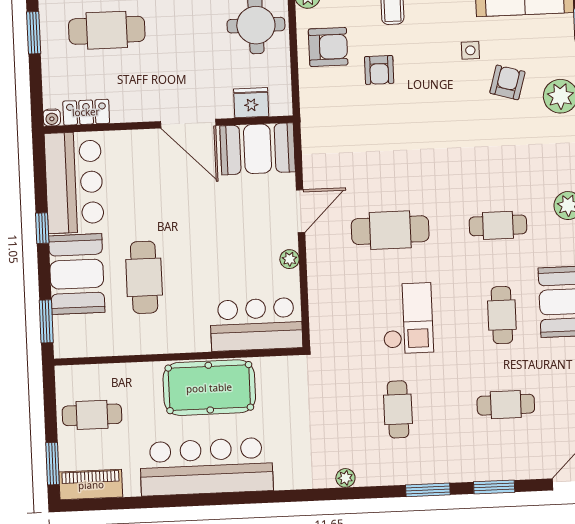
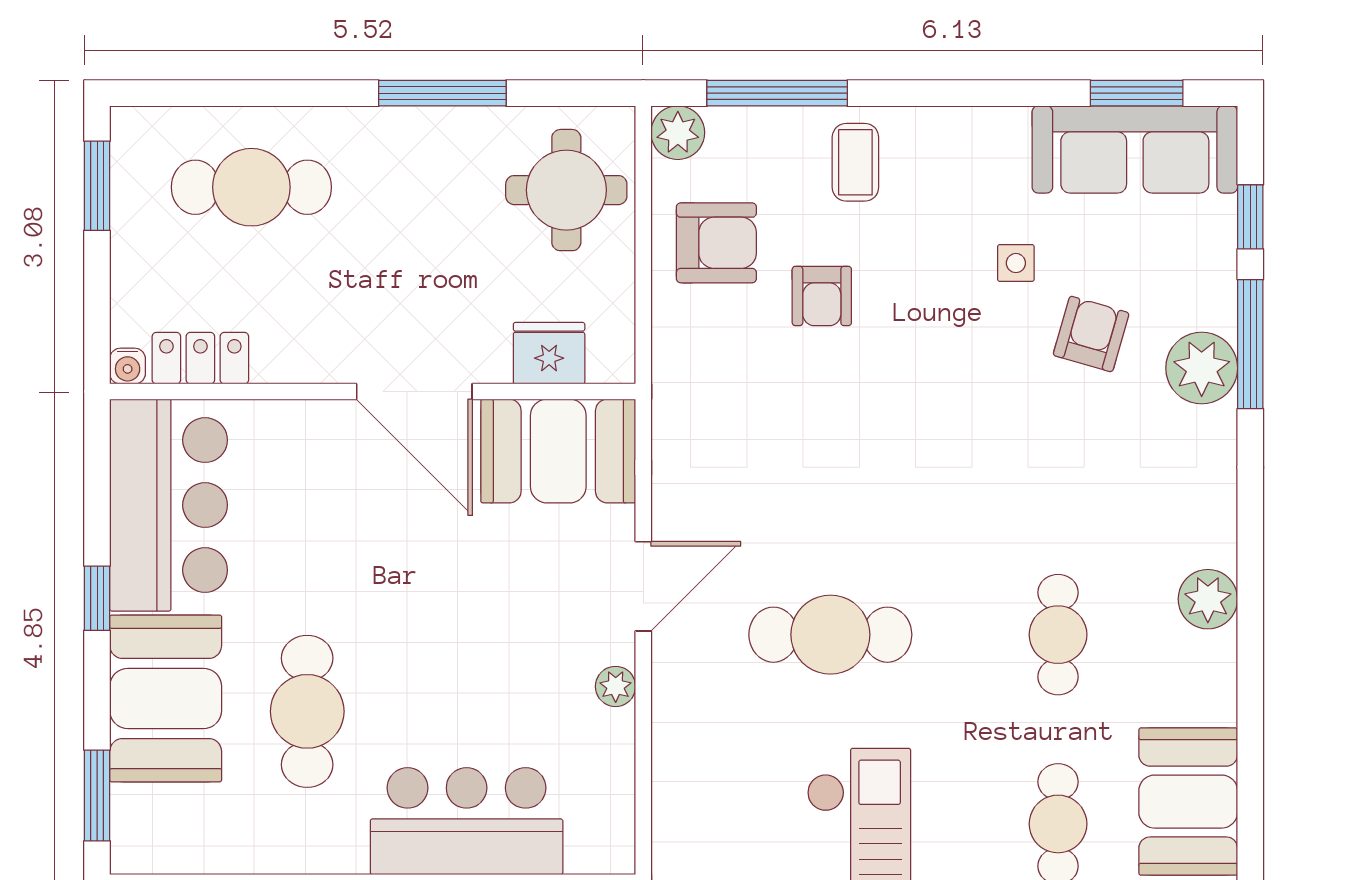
cafe table: (498, 225) -> (1058, 635), turned 90
bar counter: (256, 324) -> (467, 821), moved

